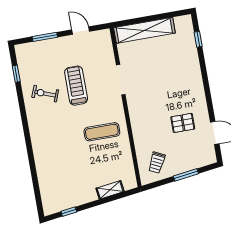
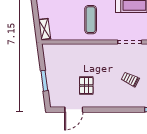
trolley: (157, 163) -> (130, 79), moved
shelving: (110, 190) -> (45, 29), moved

